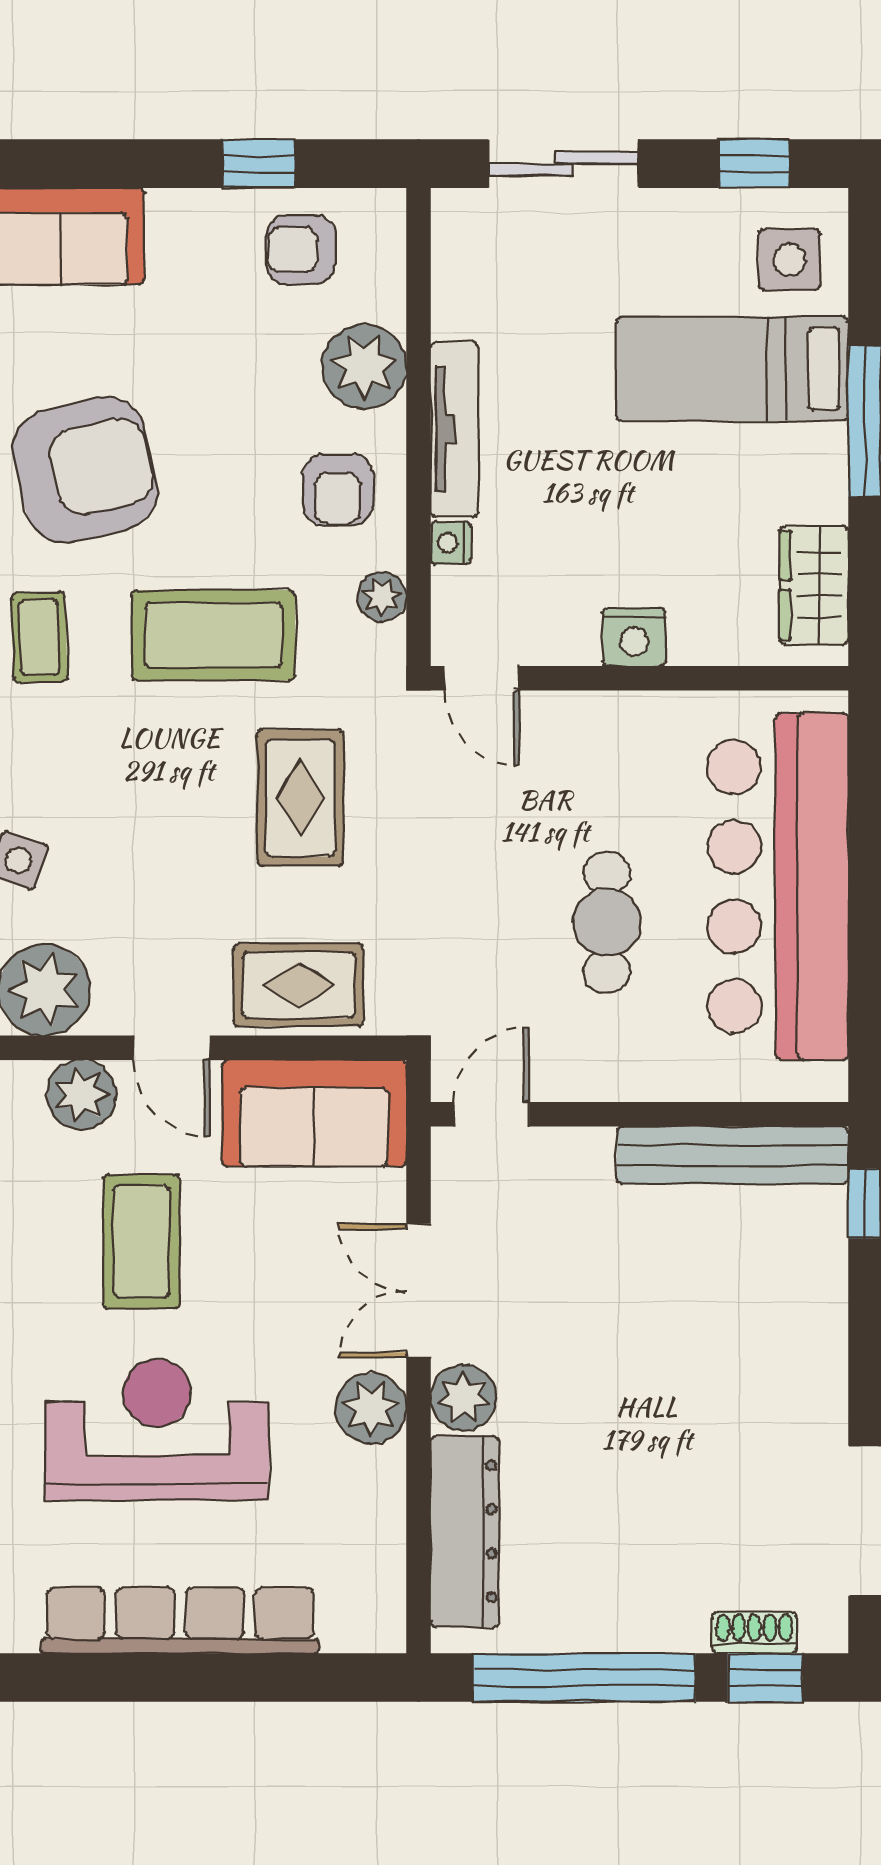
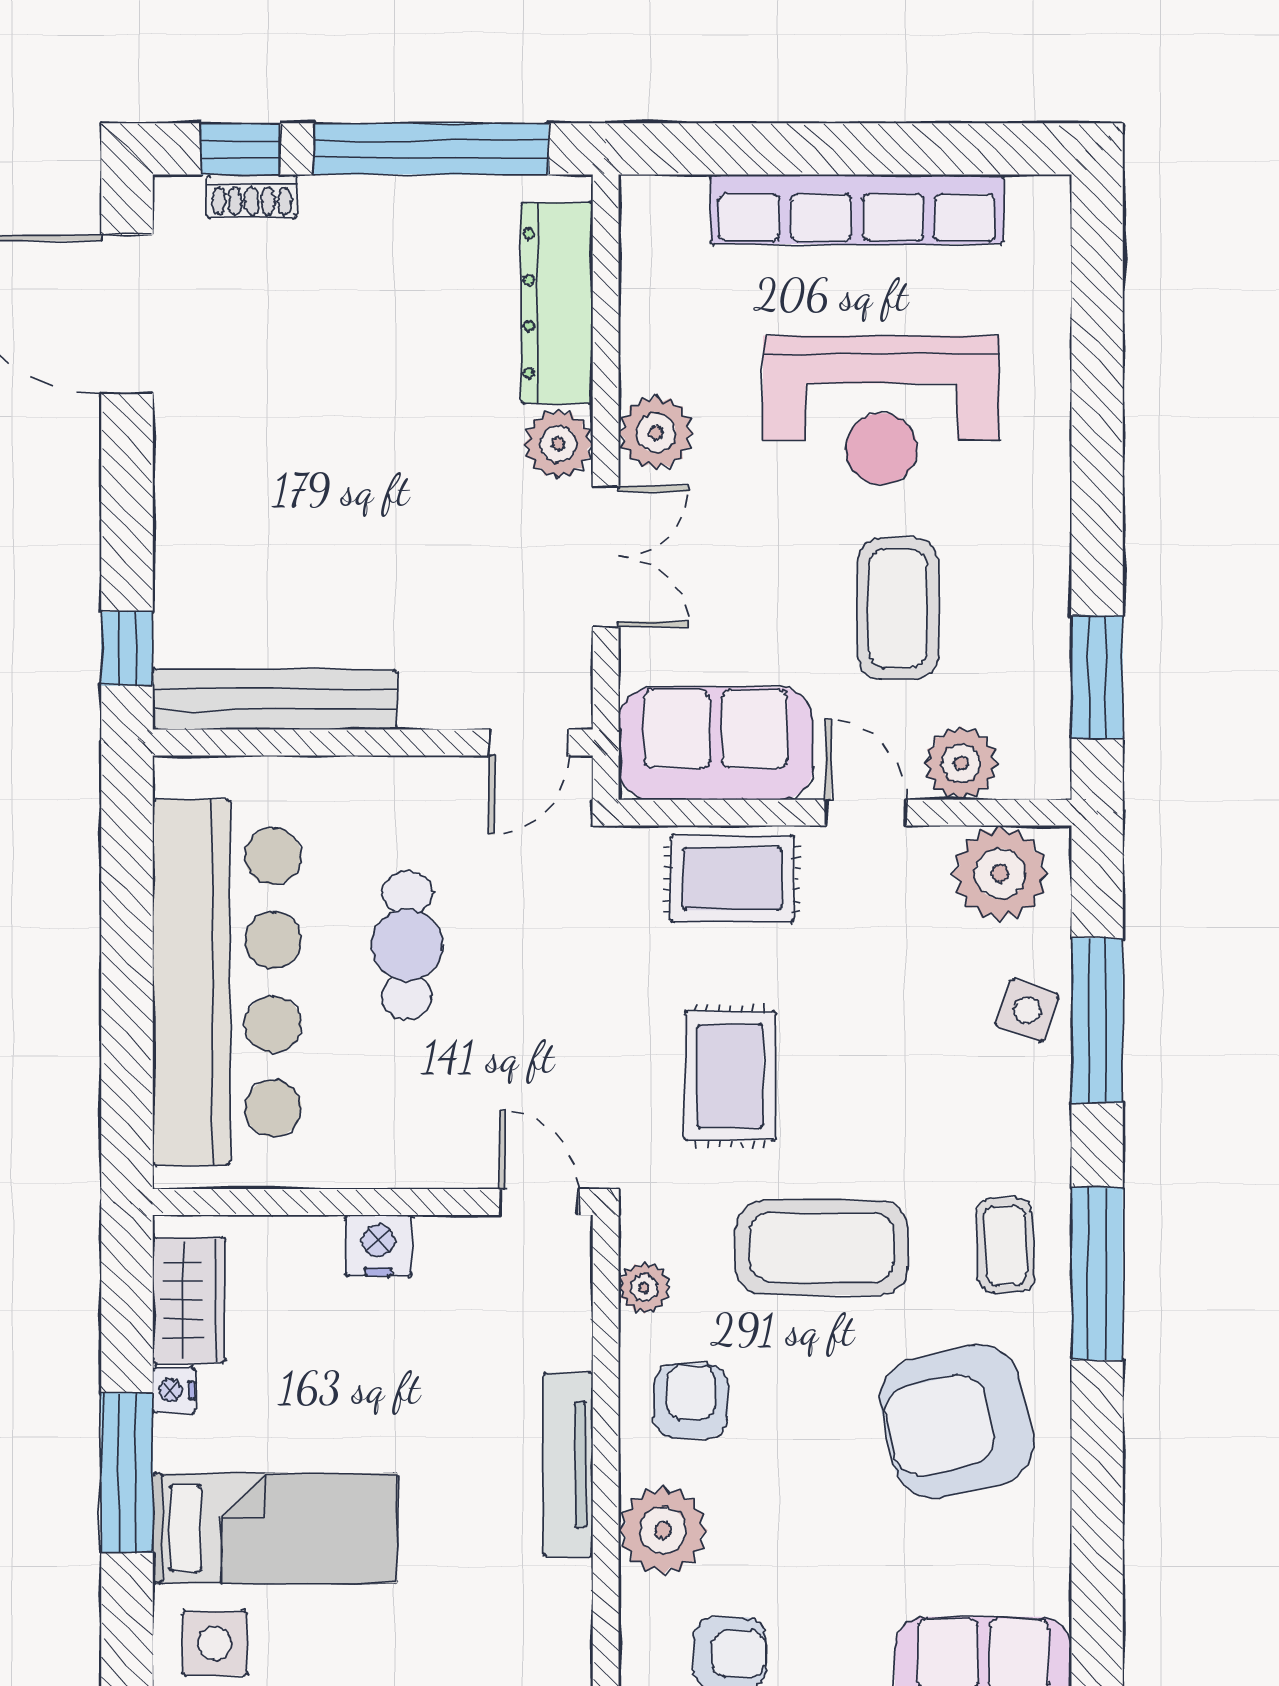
nightstand: (451, 543) -> (174, 1390), moved, turned 180

